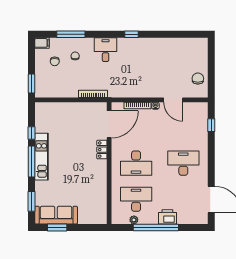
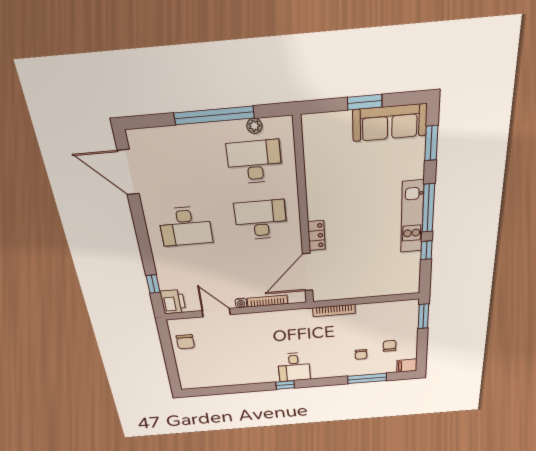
desk: (106, 50) -> (294, 367), moved
desk: (136, 199) -> (254, 162), turned 180
printer: (167, 217) -> (173, 302), moved, turned -90
window: (57, 227) -> (365, 102), moved

